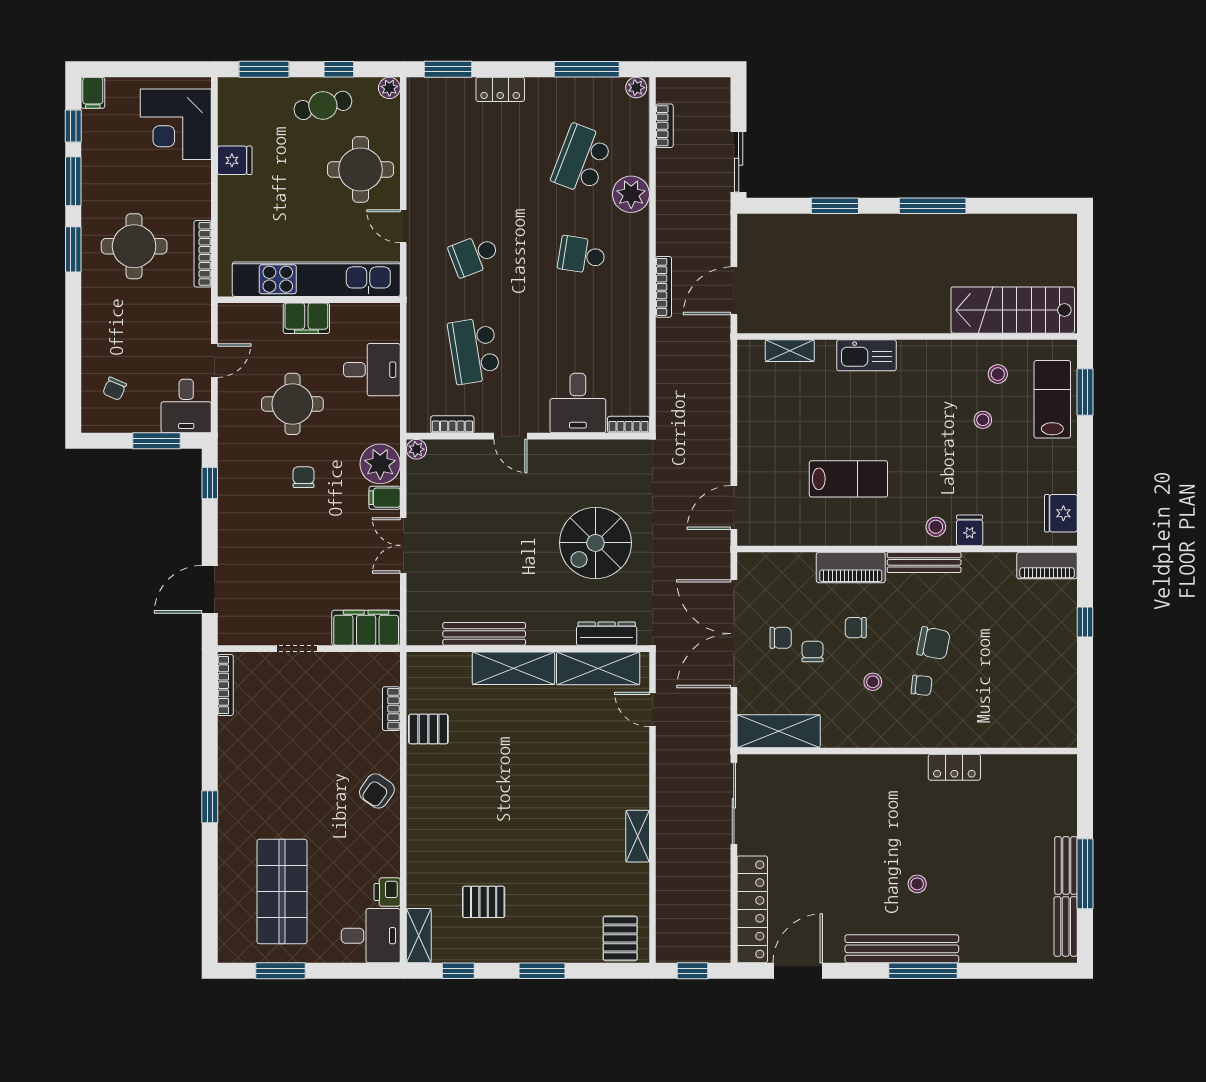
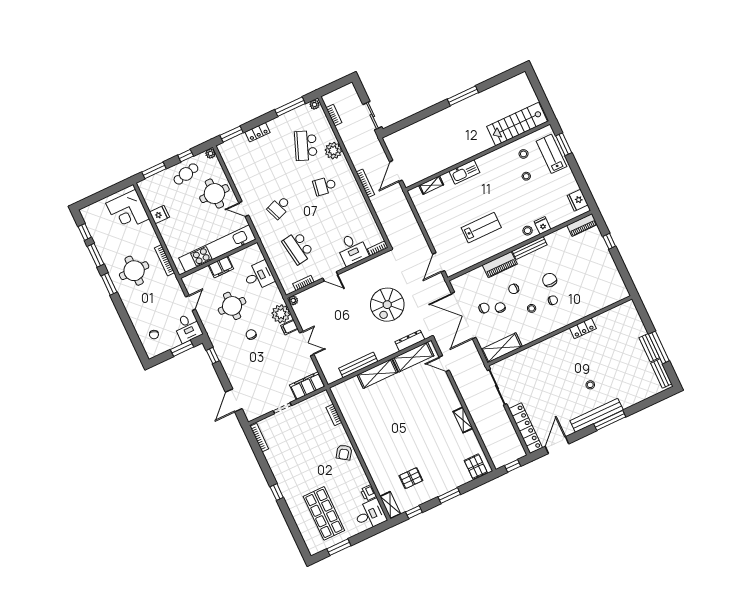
filing cabinet: (93, 93) -> (86, 214), removed
window: (835, 206) -> (422, 115), removed
double door: (403, 545) -> (307, 344), swing flipped
chair: (934, 643) -> (550, 280), turned -101
pallet: (428, 729) -> (354, 416), removed

